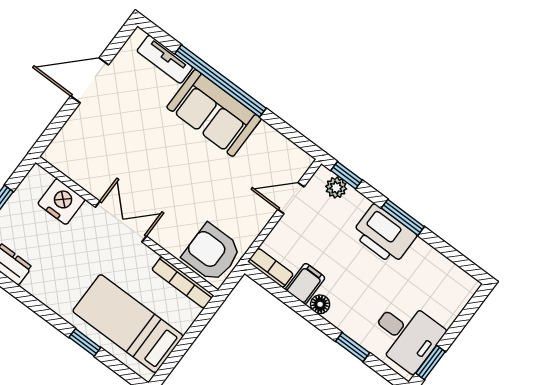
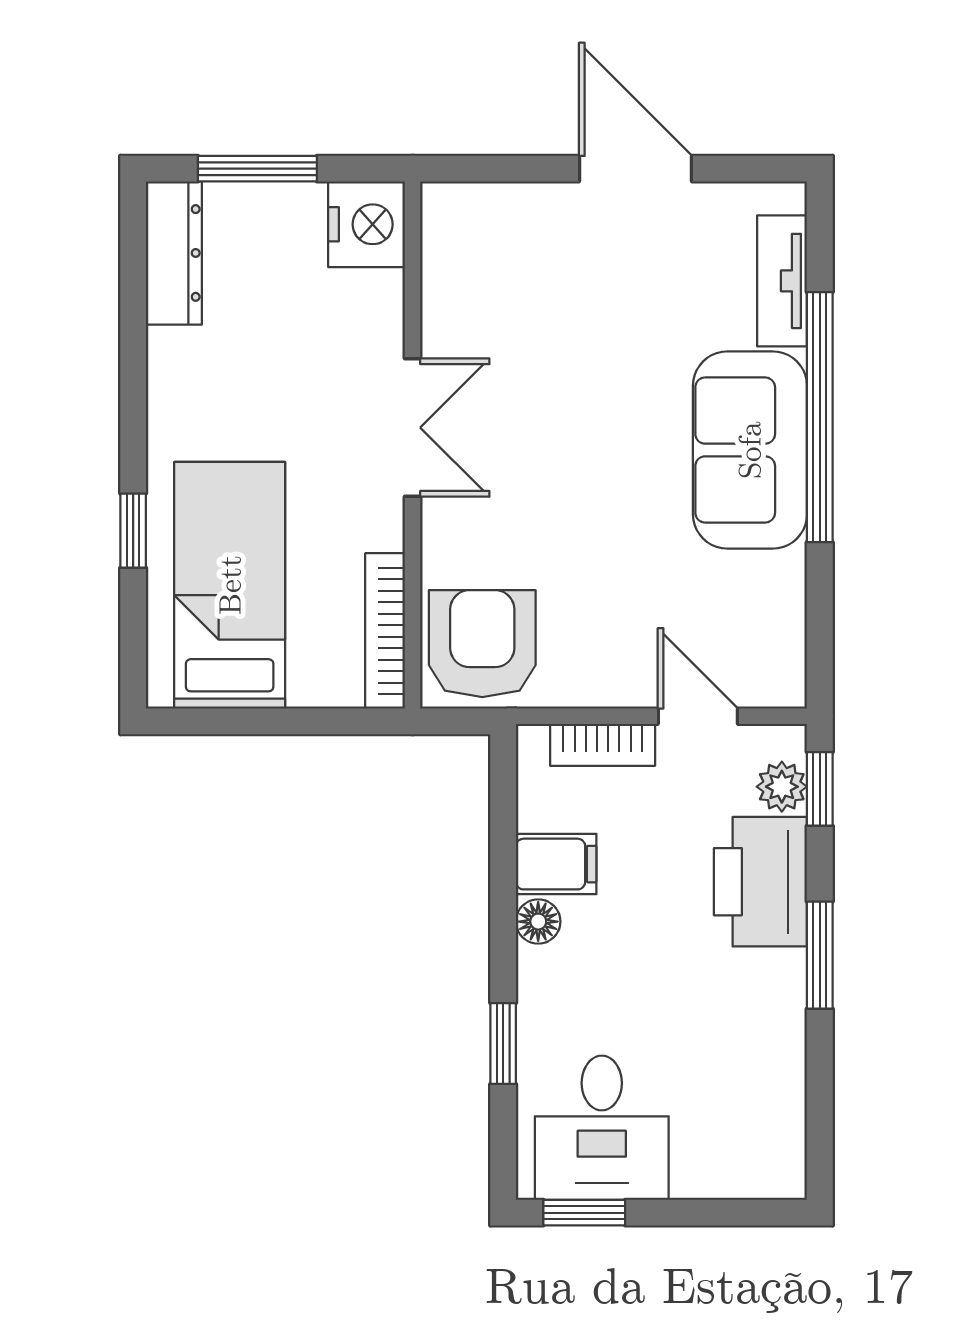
nightstand: (61, 202) -> (367, 224), moved
printer: (384, 235) -> (760, 882), moved
bookcase: (271, 268) -> (603, 745), moved, turned 90

